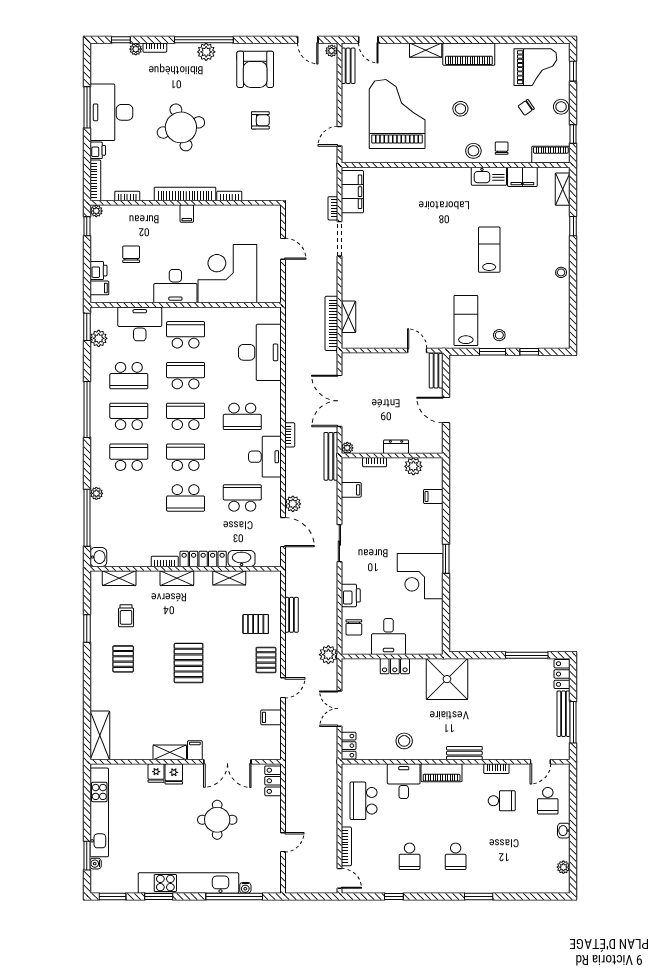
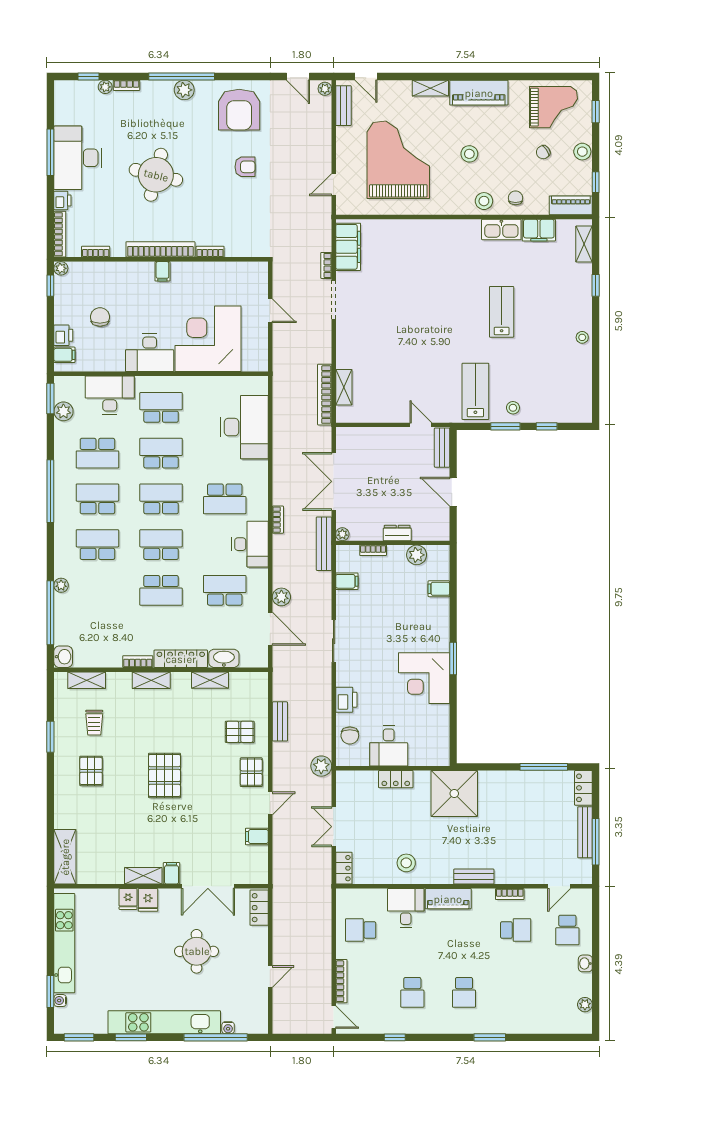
round table: (181, 127) -> (156, 175), turned 30
school desk: (363, 801) -> (361, 930), width x0.54

